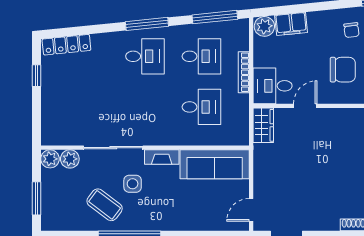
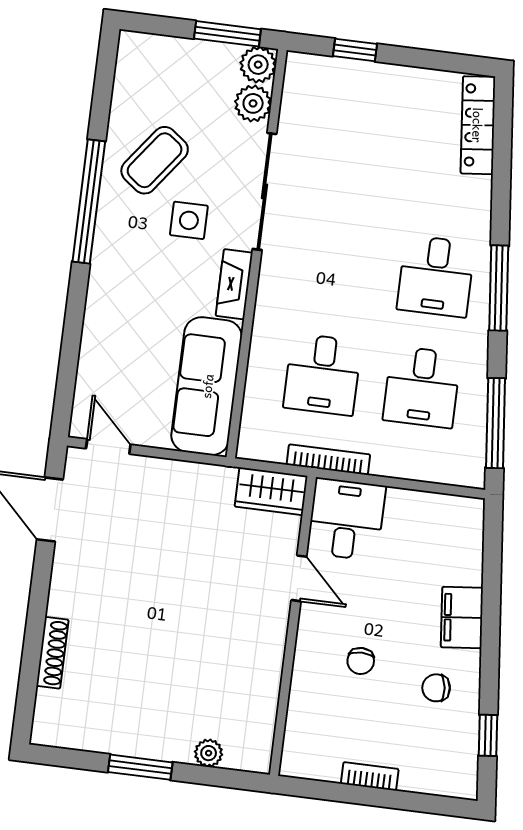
filing cabinet: (291, 24) -> (462, 618), moved
plant: (264, 26) -> (465, 518), removed
chair: (343, 70) -> (361, 661), width x0.54, depth x0.54
bookcase: (244, 72) -> (328, 460), moved
window: (37, 76) -> (355, 50), moved
window: (37, 198) -> (227, 34), moved

